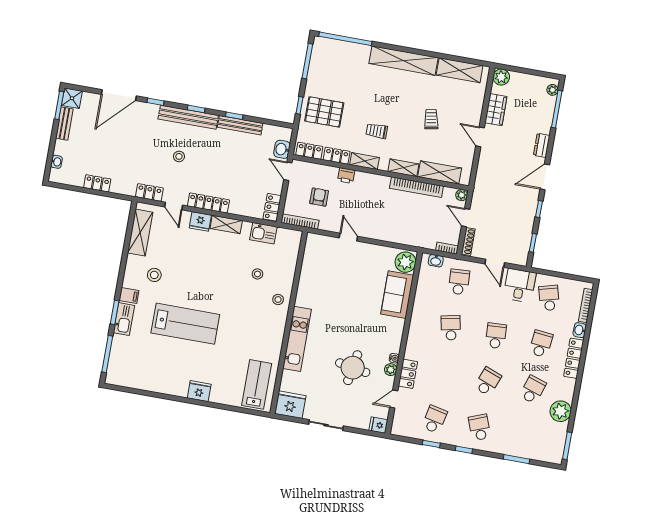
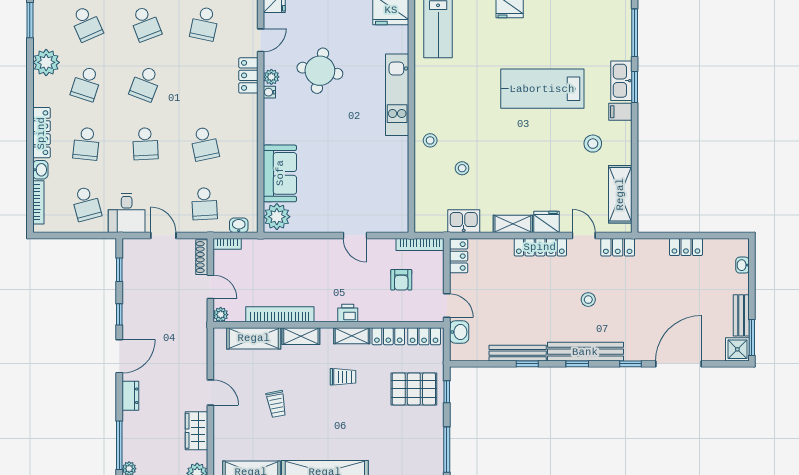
printer: (346, 176) -> (348, 313), moved
school desk: (525, 435) -> (86, 24), added

